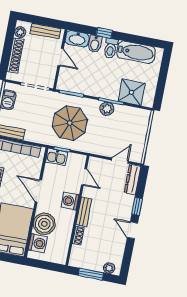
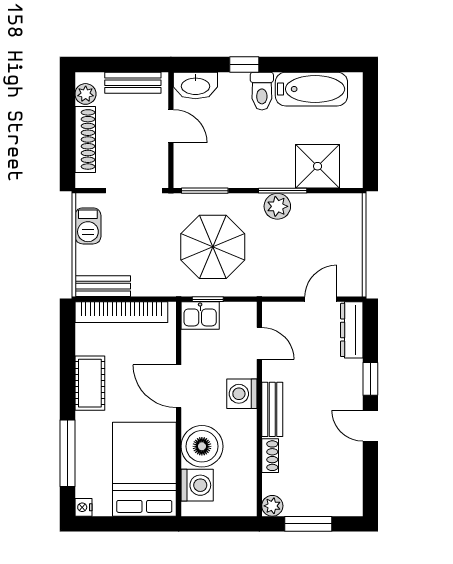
bidet: (95, 44) -> (231, 88), removed
plant: (109, 268) -> (272, 506), moved

